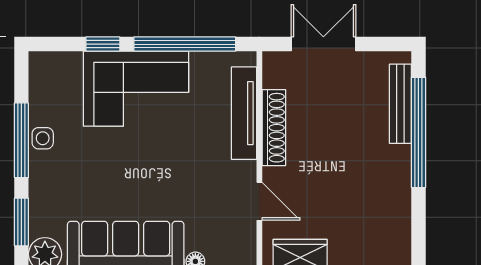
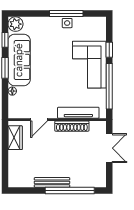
bench: (400, 104) -> (52, 182), moved
window: (21, 222) -> (30, 14), removed

